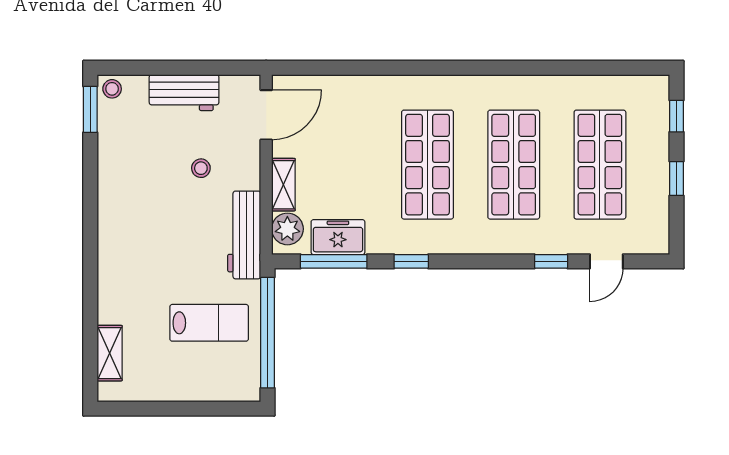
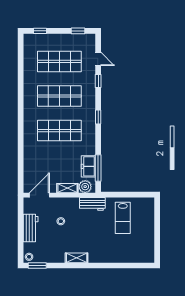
door: (266, 115) -> (39, 195), hinge flipped
window: (676, 179) -> (78, 31), moved
workbench: (244, 235) -> (92, 204), width x0.73
window: (411, 261) -> (98, 117), moved
lab bench: (209, 323) -> (123, 218), turned 180
window: (267, 333) -> (127, 195), removed
shelving: (110, 353) -> (77, 258), moved

